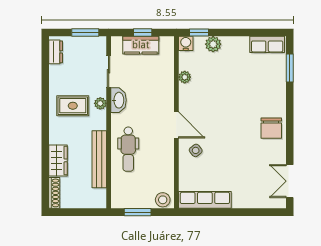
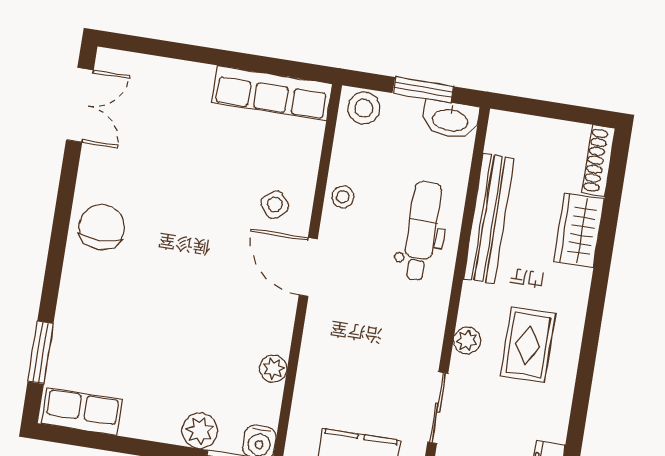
washbasin: (118, 100) -> (450, 119), moved, turned -90
rug: (73, 106) -> (528, 345), turned 90
stool: (166, 159) -> (343, 197), added

